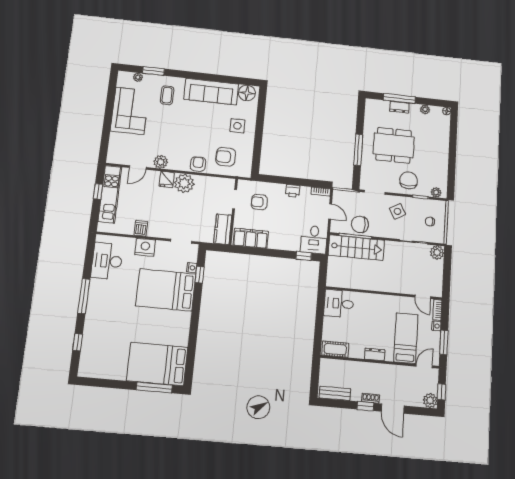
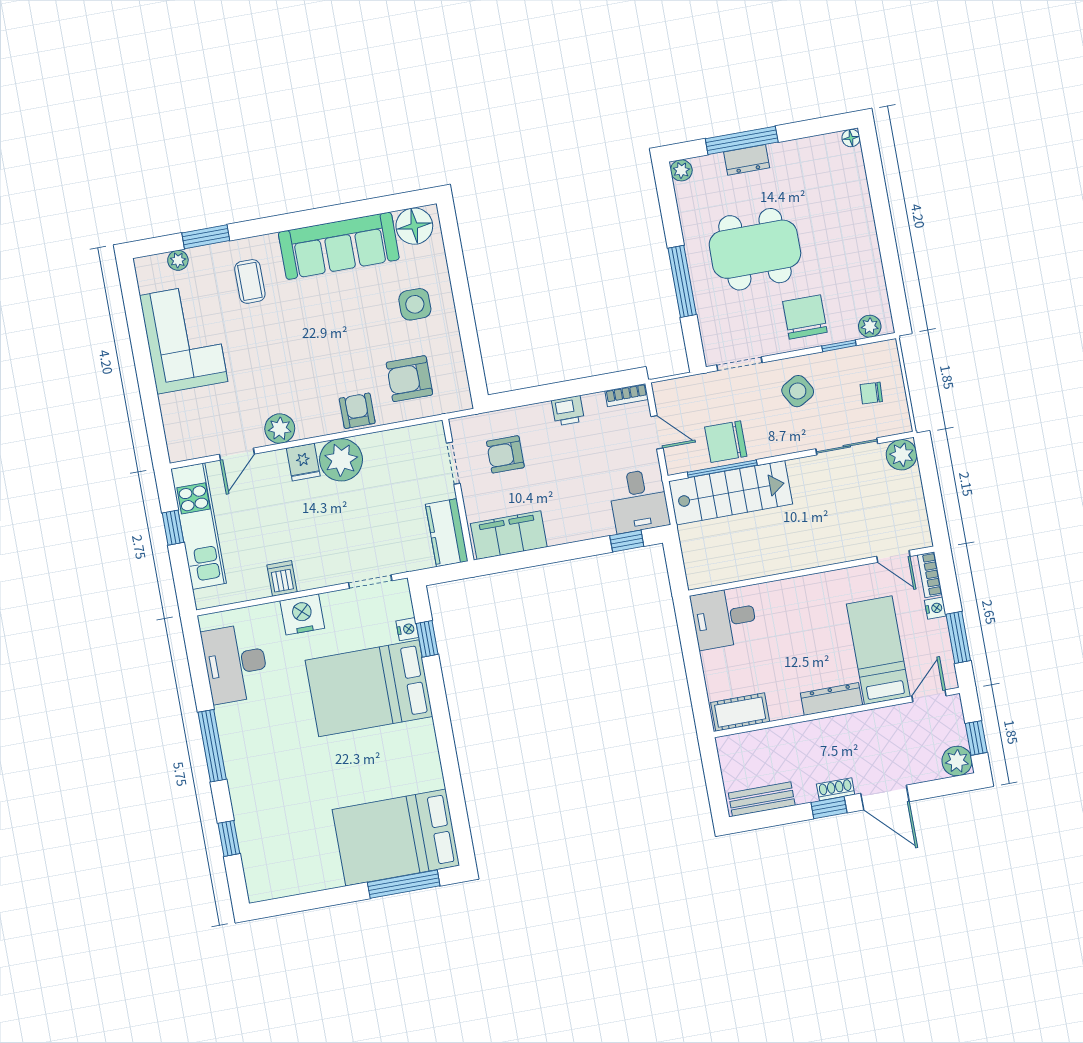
plant: (425, 109) -> (681, 170), moved
dresser: (375, 354) -> (831, 699), width x1.44

